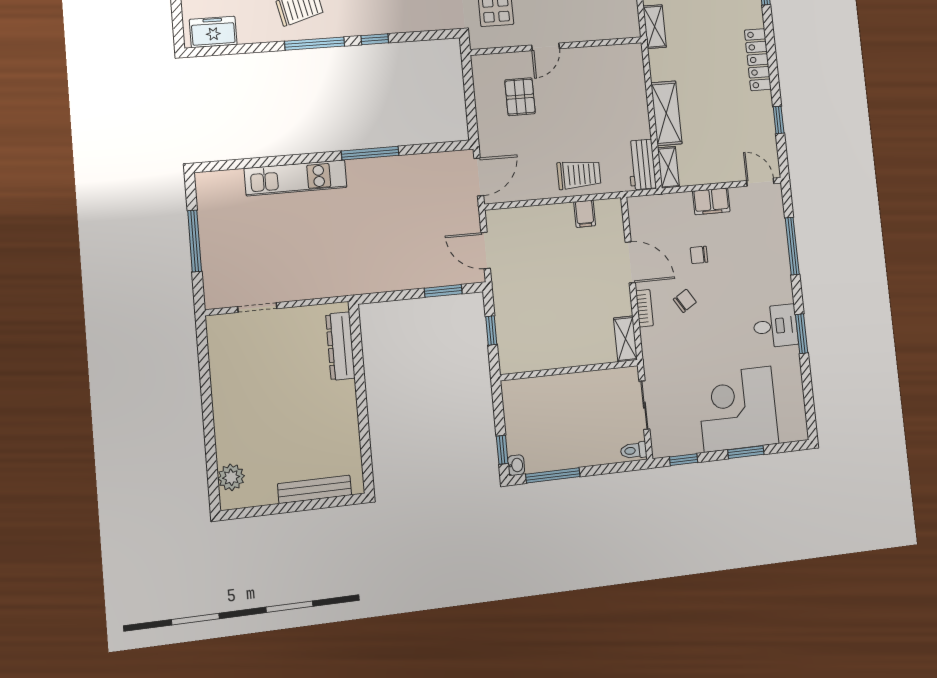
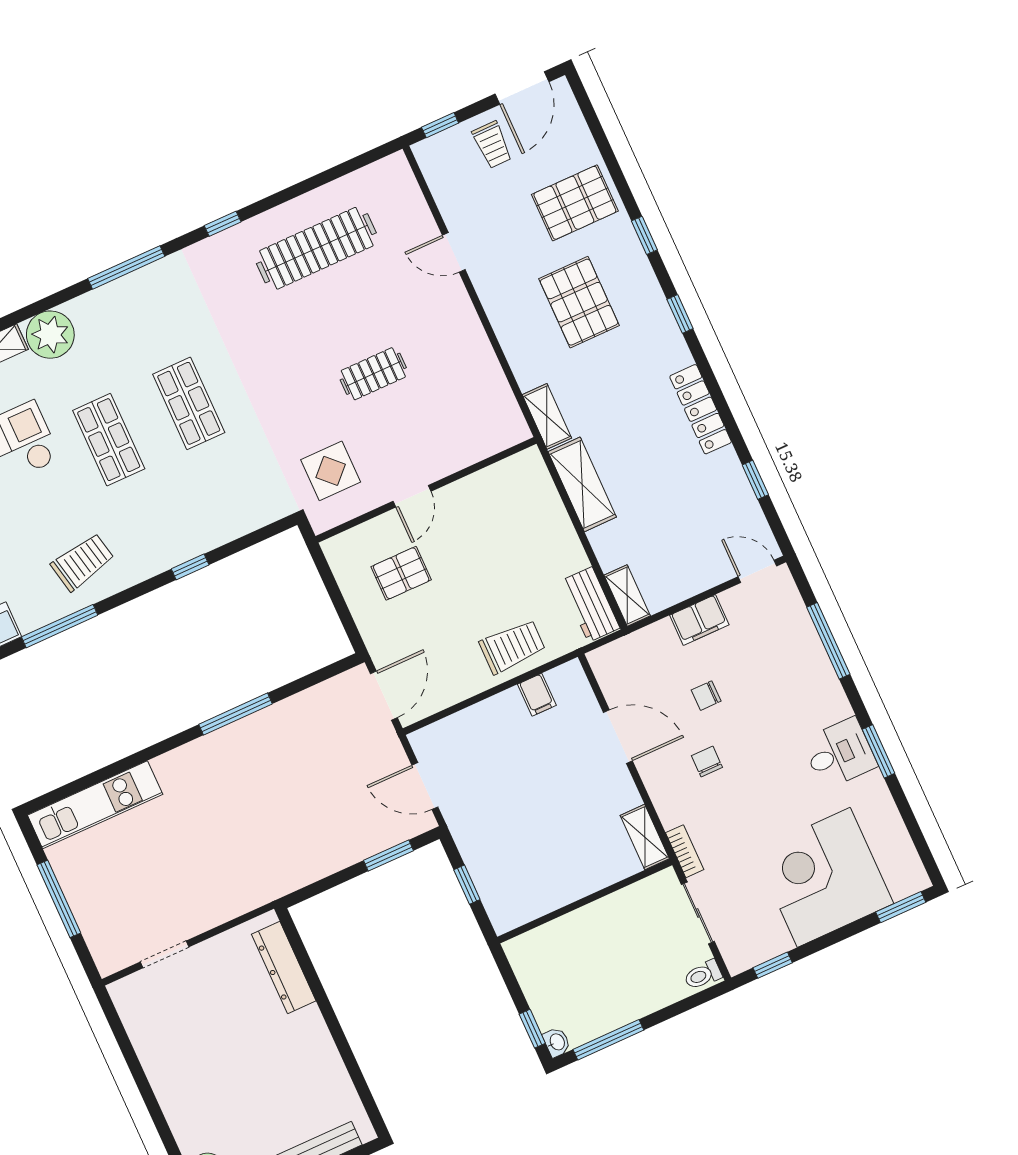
window: (315, 44) -> (60, 626), moved
pallet: (520, 97) -> (401, 573), turned 90
shelving: (666, 113) -> (582, 484), moved
kitchen unit: (296, 178) -> (95, 805), moved
chair: (685, 301) -> (707, 762), turned -58
bookcase: (644, 308) -> (685, 851), moved
window: (746, 452) -> (901, 907), moved

